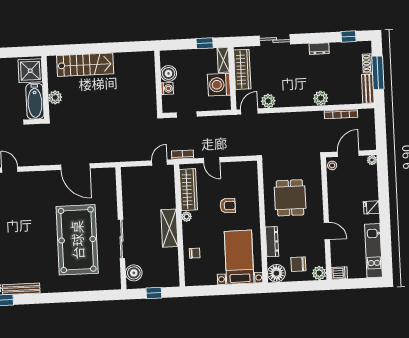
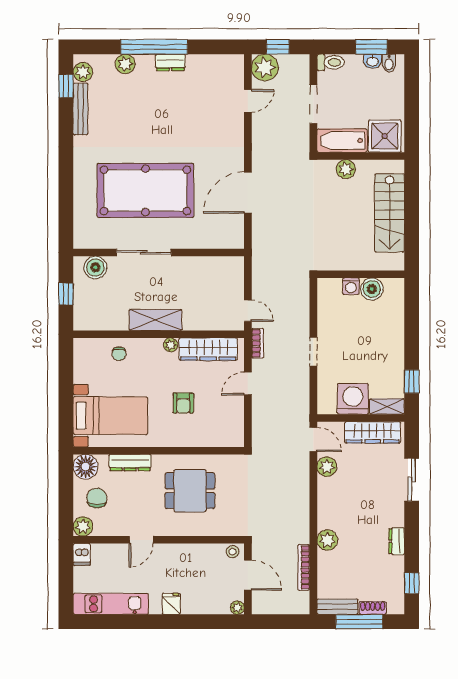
boiler: (168, 73) -> (372, 289), moved
wall: (158, 82) -> (361, 274), moved
washing machine: (167, 88) -> (351, 286), moved

